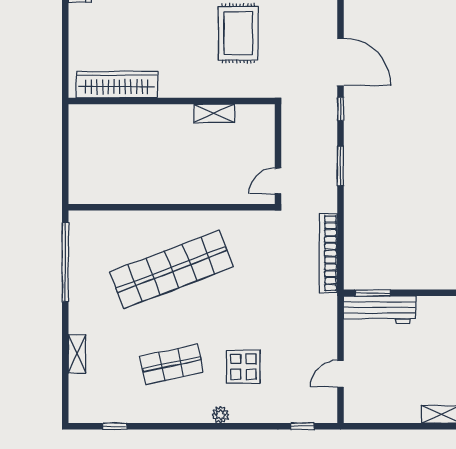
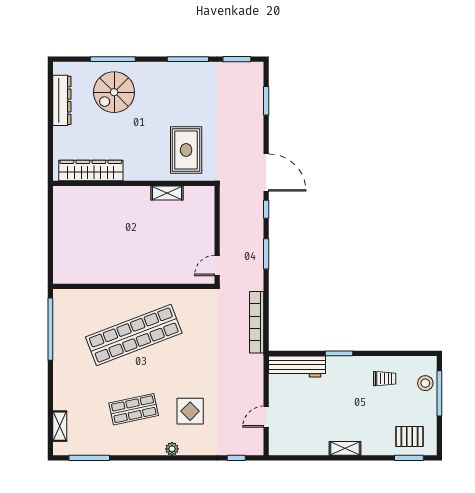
wardrobe: (117, 85) -> (91, 171), moved
wall: (172, 101) -> (134, 183), moved
shelving: (214, 113) -> (167, 193), moved
window: (373, 293) -> (339, 353), moved
shelving: (77, 354) -> (60, 426), moved
window: (115, 426) -> (89, 458), width x2.17

